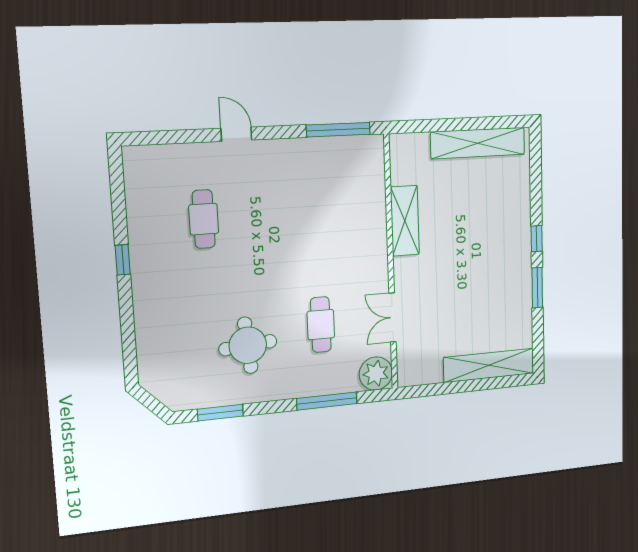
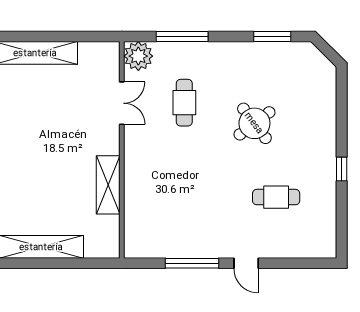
window: (338, 130) -> (192, 263), moved
cafe table: (204, 219) -> (276, 197), turned 90
round table: (248, 345) -> (254, 123), moved, turned -32

